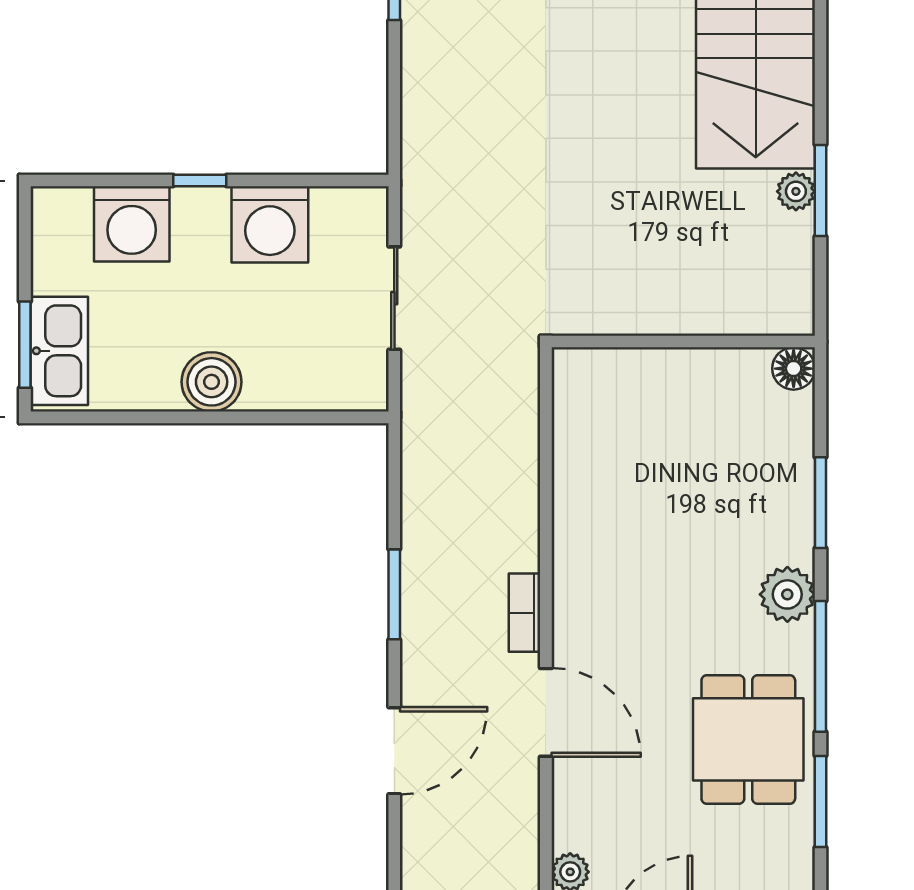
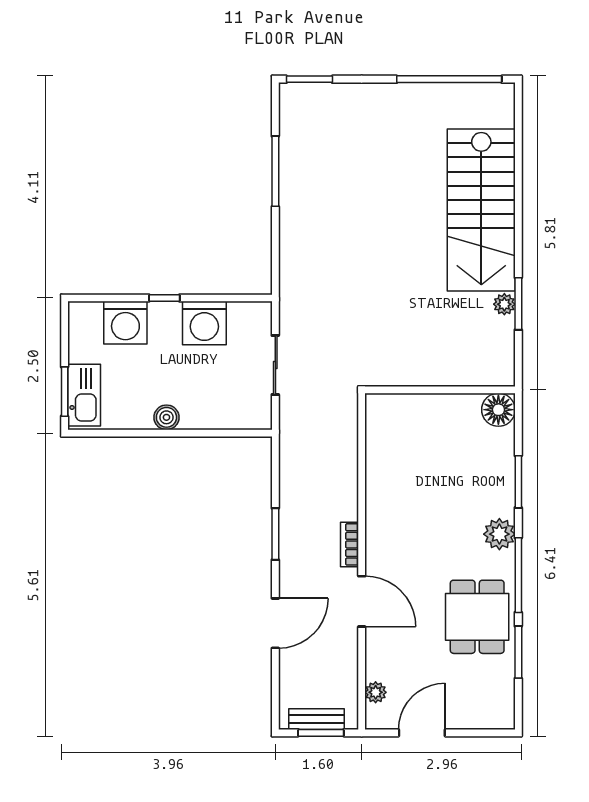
floor lamp: (794, 369) -> (498, 410), width x1.38, depth x1.38
boiler: (212, 382) -> (166, 417), width x0.73, depth x0.73

